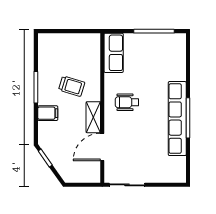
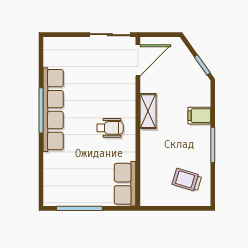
trolley: (72, 86) -> (187, 180), moved
door: (102, 147) -> (138, 60), moved

